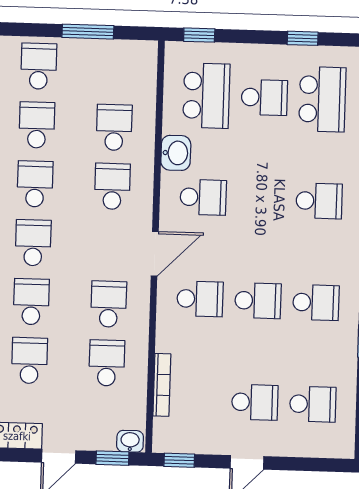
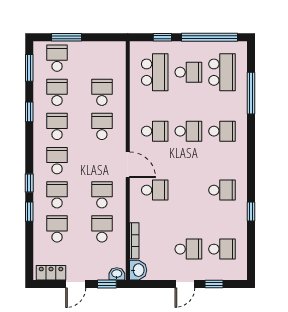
window: (88, 32) -> (66, 37), moved
window: (199, 35) -> (162, 37), moved
window: (303, 38) -> (209, 37), width x3.17
washbasin: (176, 153) -> (138, 270), moved
door: (155, 254) -> (128, 165), hinge flipped
school desk: (258, 301) -> (188, 131), moved
window: (179, 460) -> (214, 284), moved

